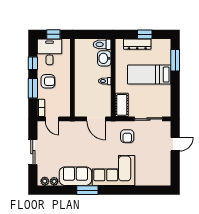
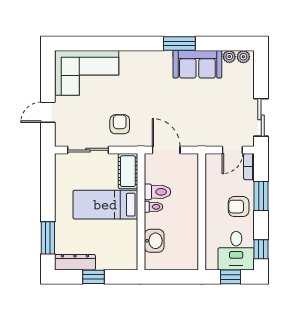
toilet: (102, 44) -> (157, 192), moved
dresser: (137, 44) -> (75, 262), moved
window: (33, 63) -> (261, 249), moved
bed: (149, 75) -> (105, 205), moved, turned 180
door: (52, 119) -> (232, 150), swing flipped
sliding door: (33, 152) -> (261, 117), moved
corner sofa: (114, 170) -> (87, 73), moved

